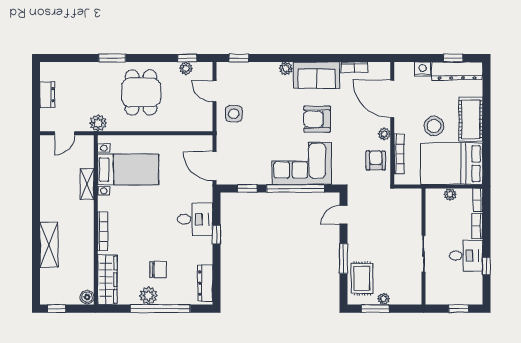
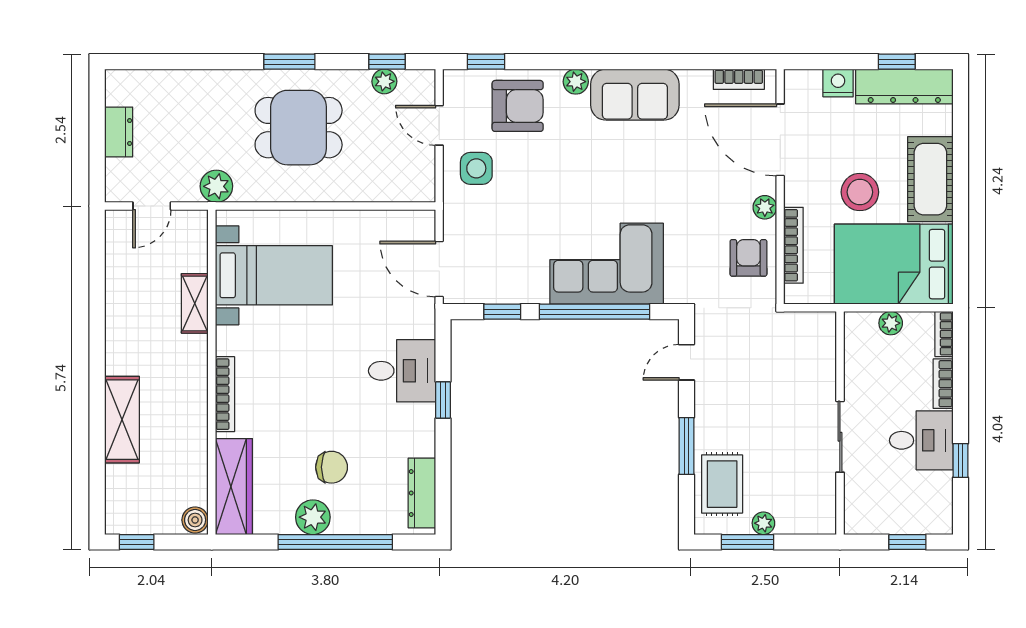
window: (112, 58) -> (289, 62), moved
bookcase: (354, 67) -> (739, 79), moved
dining table: (141, 92) -> (299, 128), turned 90
armchair: (317, 119) -> (518, 106), moved, turned 180

